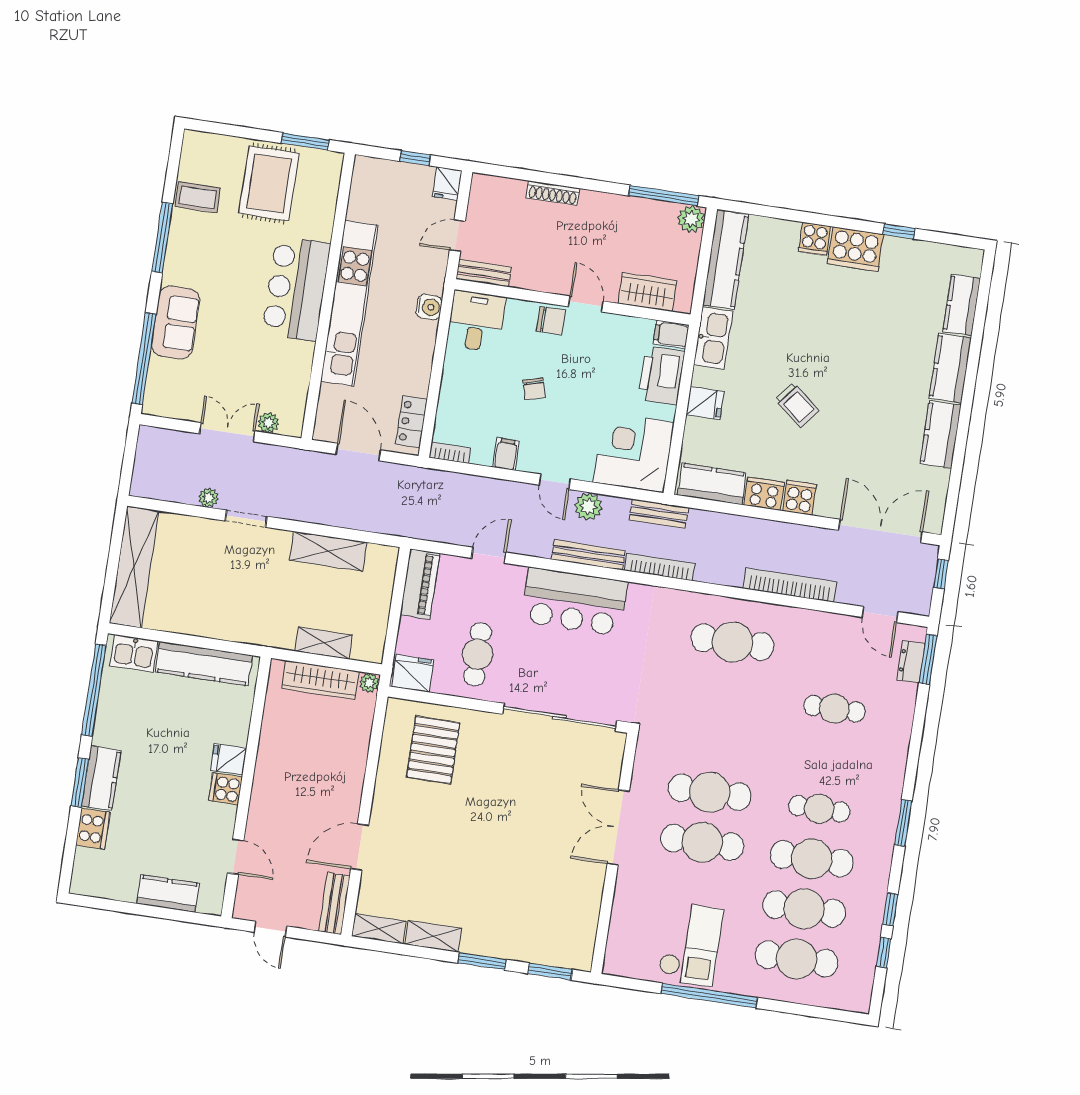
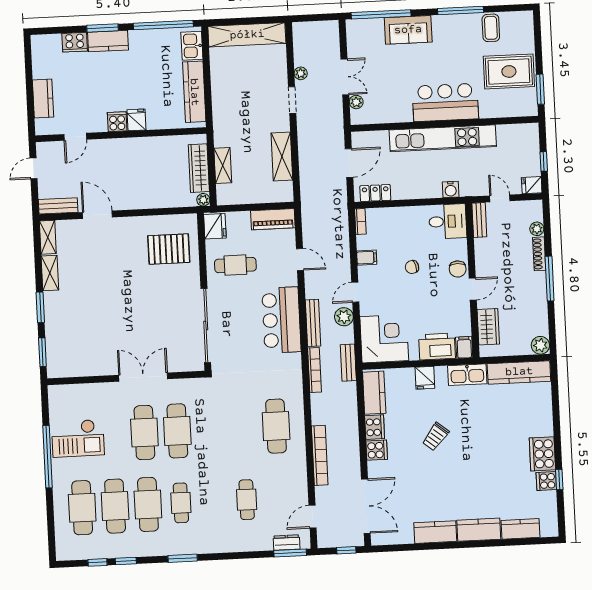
plant: (514, 189) -> (537, 229), added
window: (664, 196) -> (550, 279), moved
cooker: (815, 239) -> (546, 481), moved

